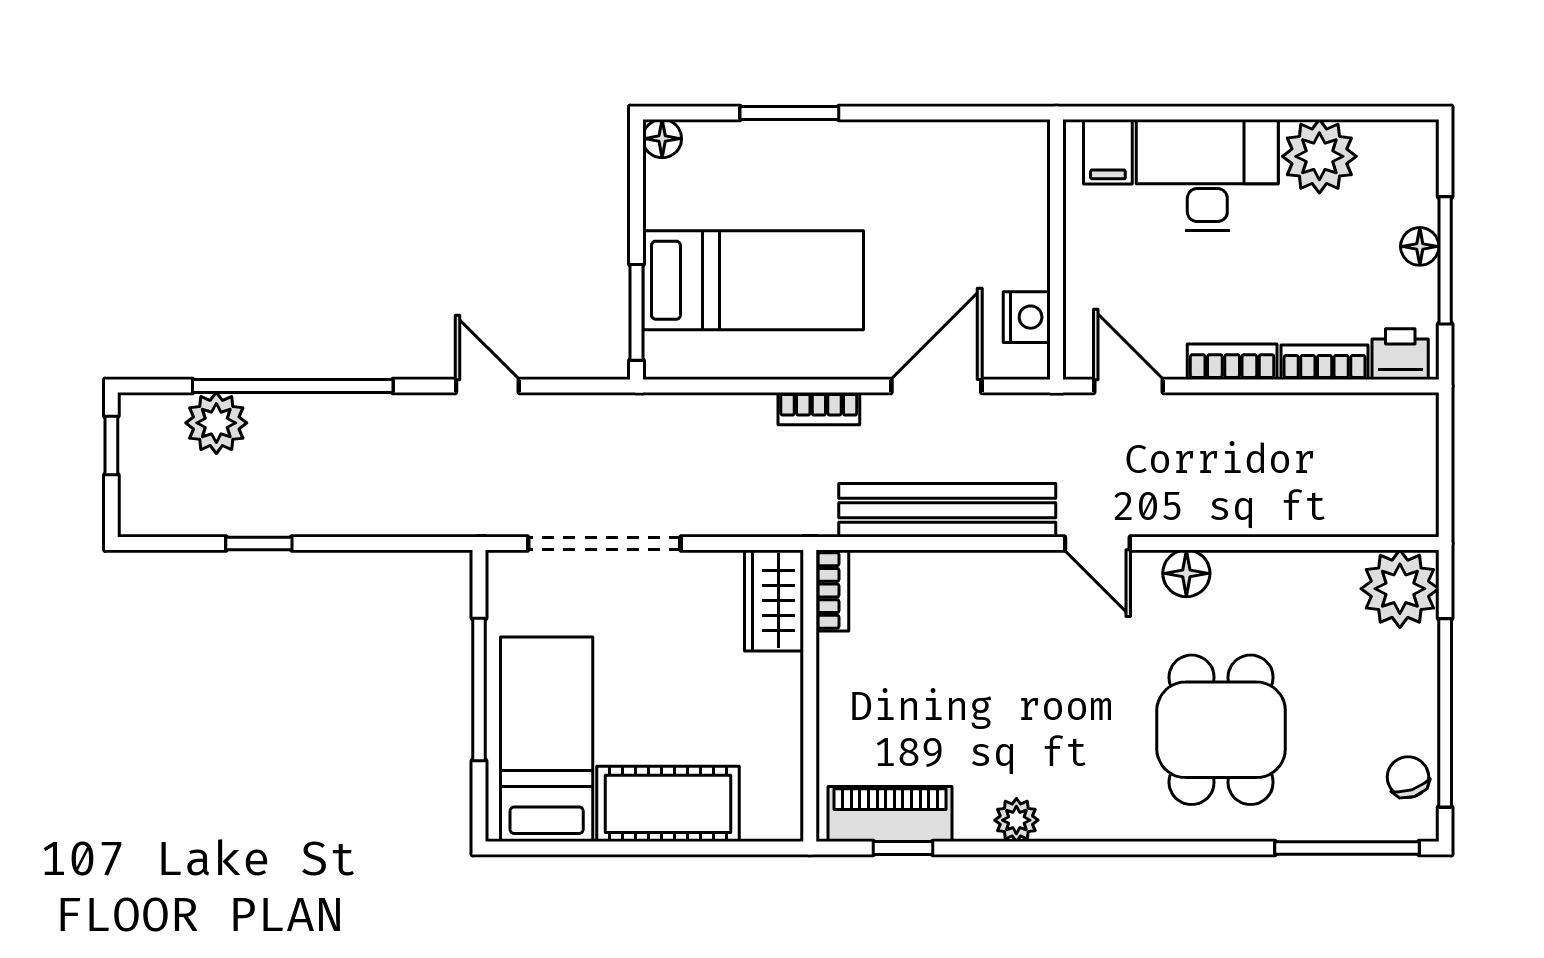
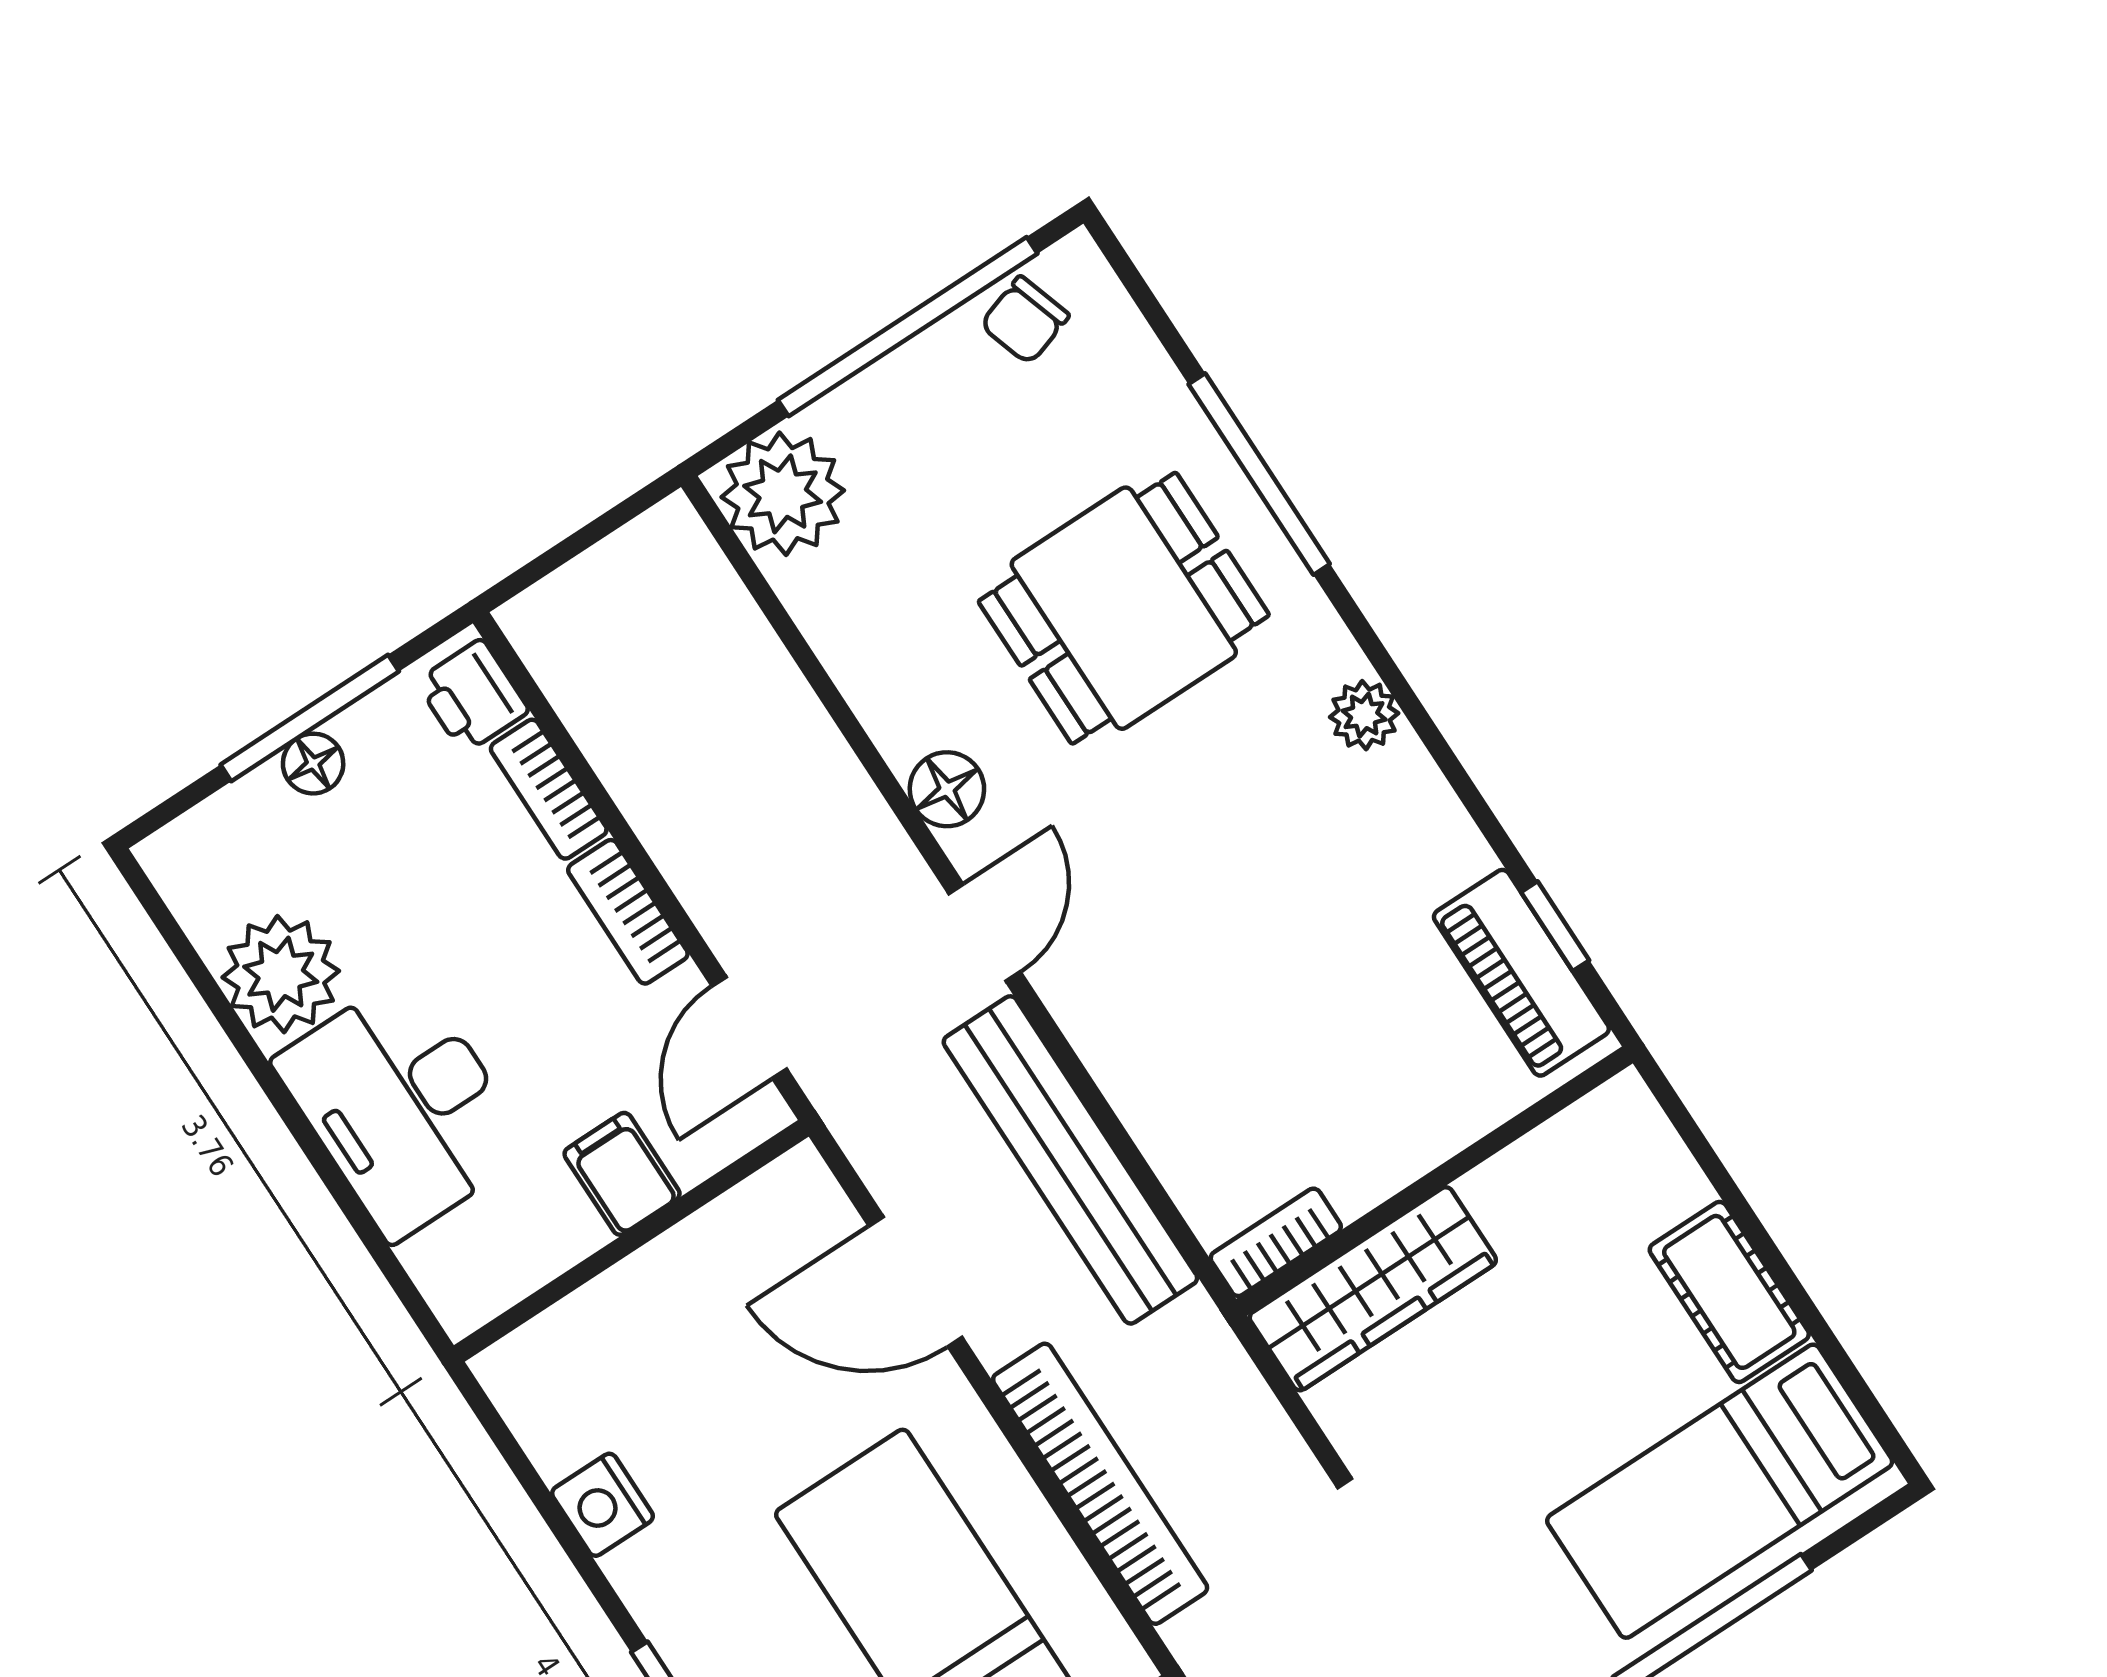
filing cabinet: (1108, 152) -> (622, 1174), moved, turned -90
nightstand: (1027, 317) -> (602, 1505), moved, turned -90
bookcase: (819, 409) -> (1100, 1484), width x2.31, depth x1.31
wardrobe: (774, 600) -> (1373, 1289), width x1.50
cot: (668, 804) -> (1729, 1292), width x0.73, depth x0.75
plant: (1016, 820) -> (1364, 715), moved
window: (1347, 848) -> (1259, 474), moved

